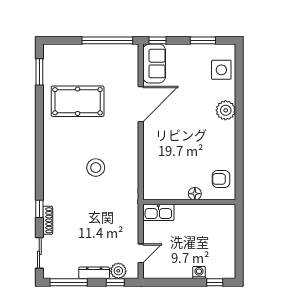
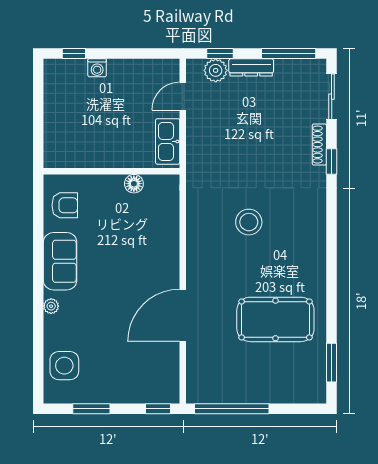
sofa: (154, 64) -> (60, 261), moved, turned 180
plant: (226, 110) -> (51, 306), width x0.53, depth x0.53
floor lamp: (195, 194) -> (134, 184), moved
kitchen sink: (158, 212) -> (168, 141), moved, turned -90

